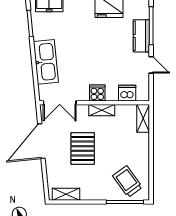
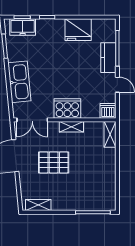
cooker: (97, 93) -> (67, 109), width x1.87, depth x1.31
dishwasher: (127, 93) -> (108, 111), moved
pallet: (83, 148) -> (54, 162), turned 90
trolley: (128, 182) -> (95, 193), removed

